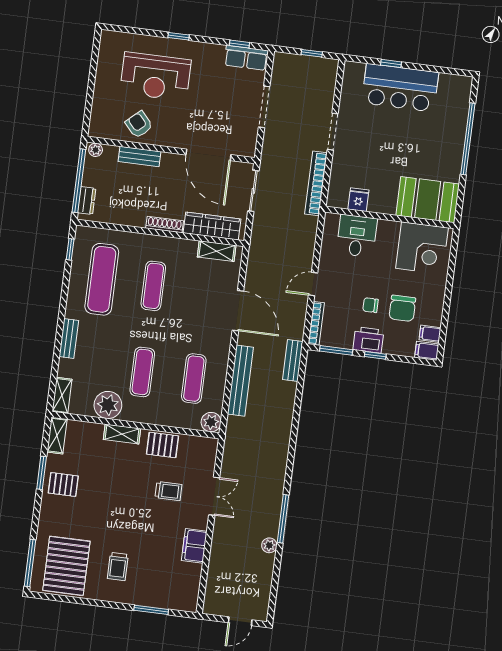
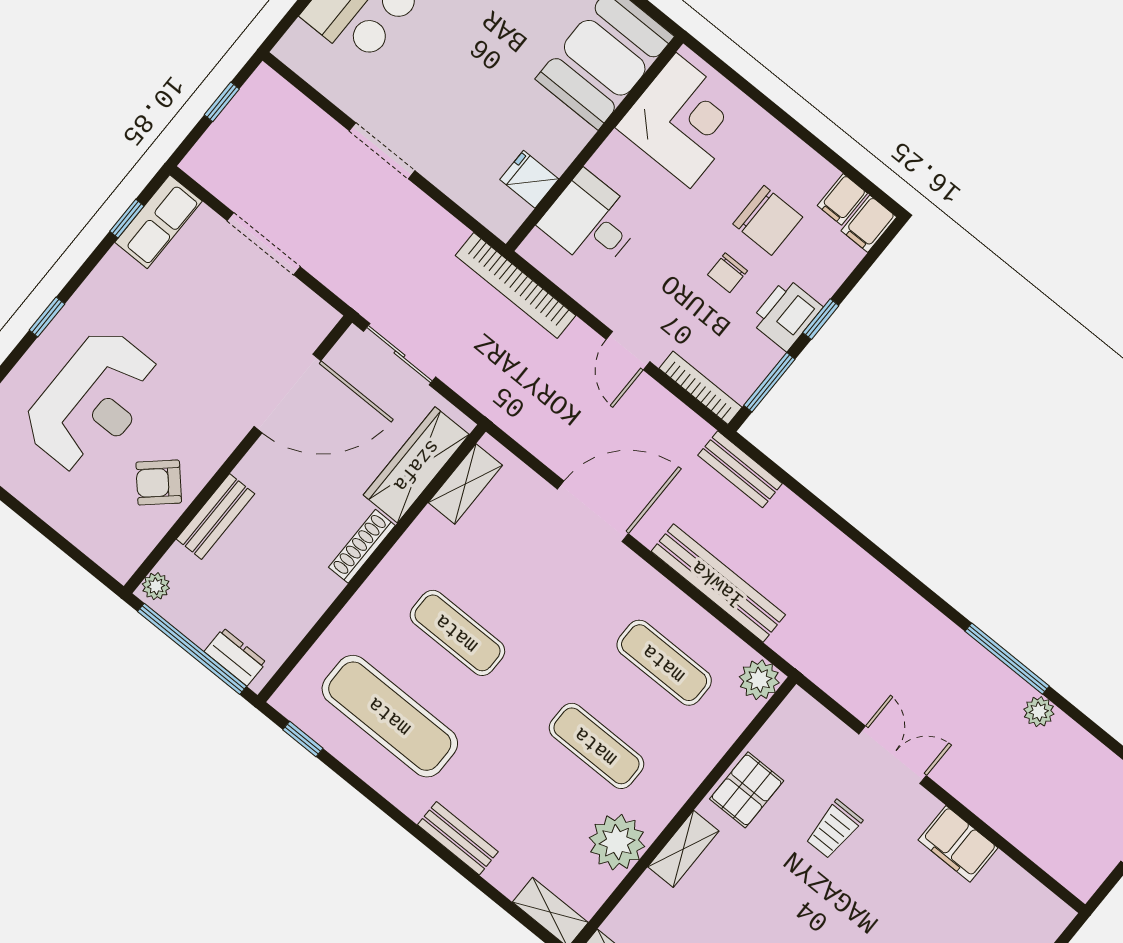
bookcase: (316, 183) -> (516, 286), moved
trolley: (168, 491) -> (834, 829), turned 180

